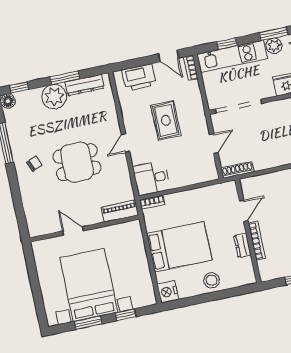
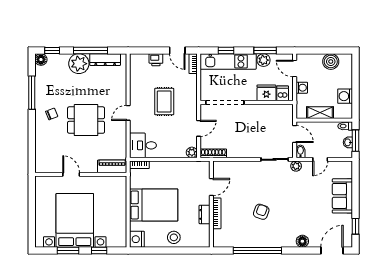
printer: (139, 77) -> (156, 60), width x0.53, depth x0.68
window: (65, 78) -> (90, 50), width x1.44
plant: (212, 174) -> (192, 152), added

